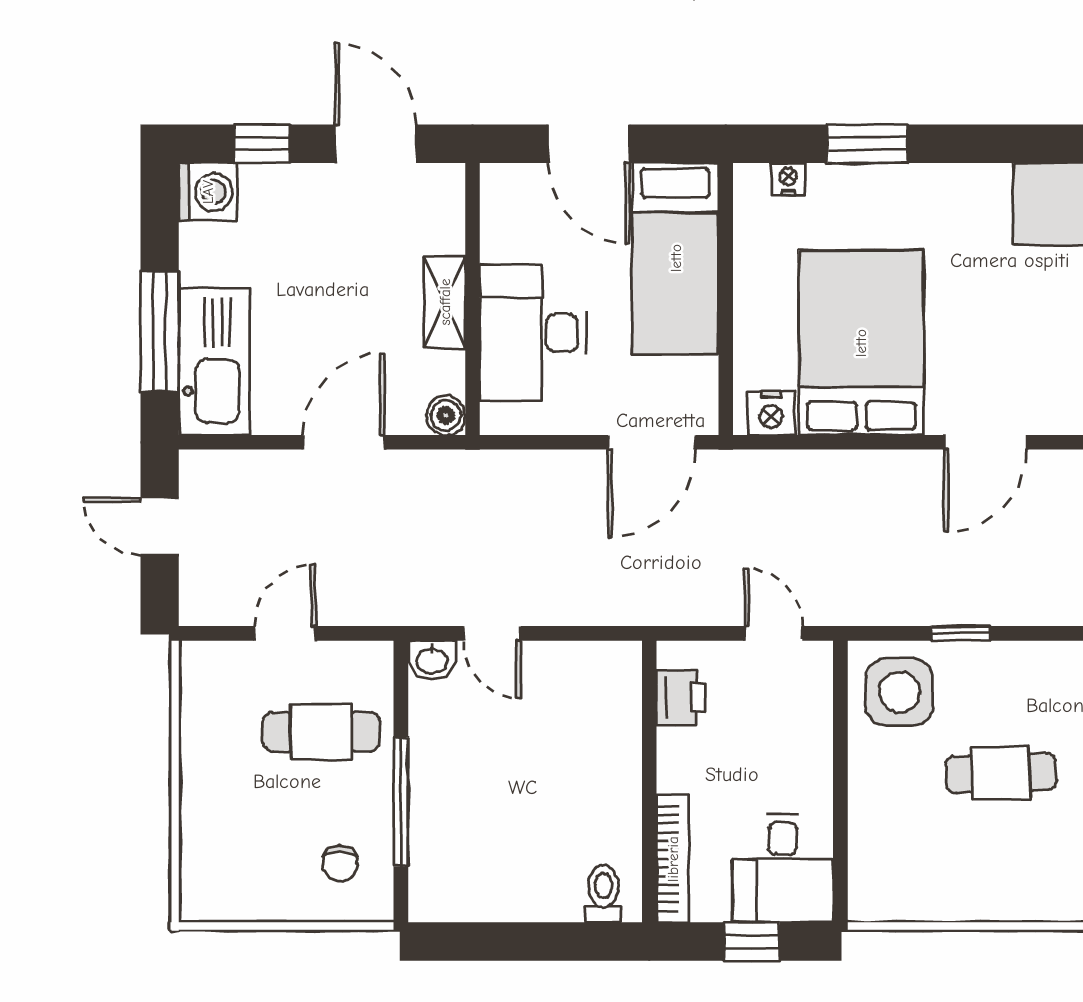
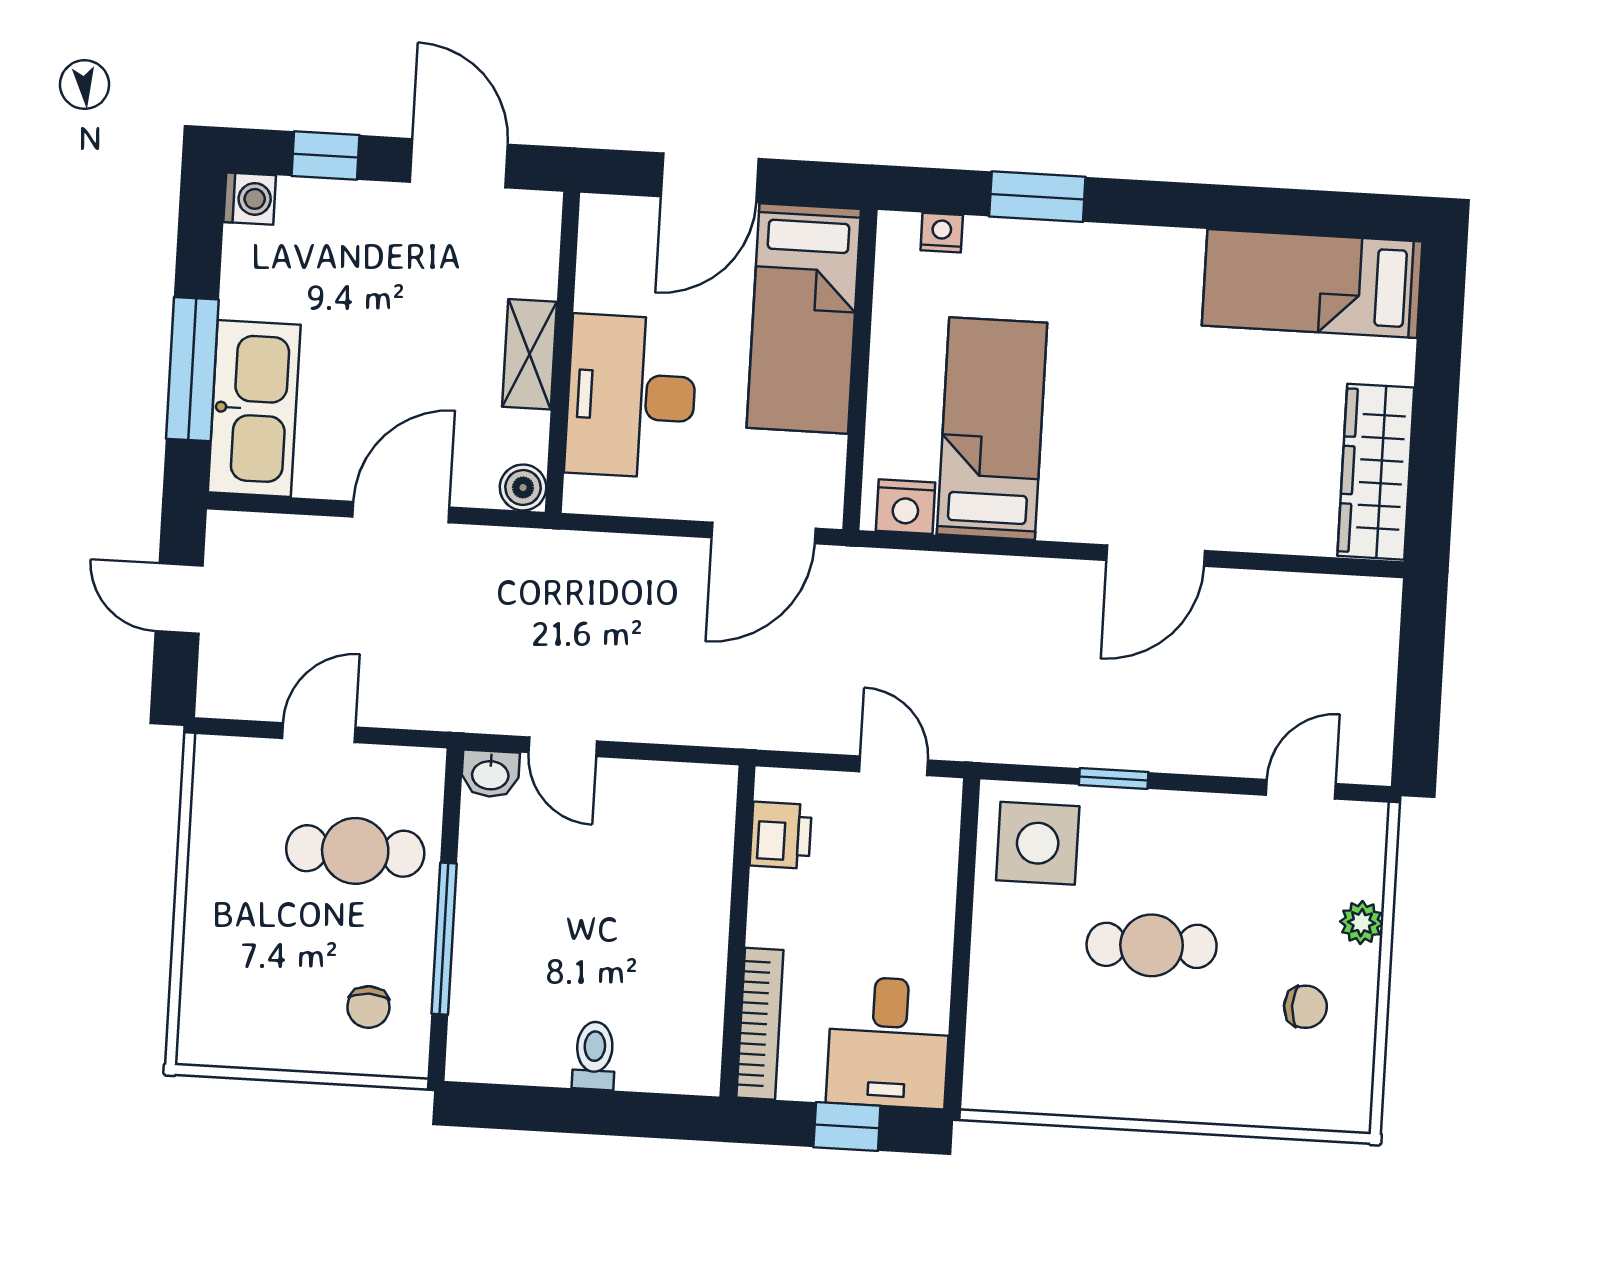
door: (589, 144) -> (710, 178), hinge flipped
washing machine: (208, 192) -> (250, 199), width x0.73, depth x0.73
bed: (861, 343) -> (992, 429), width x0.67
toilet: (603, 894) -> (594, 1056), moved

